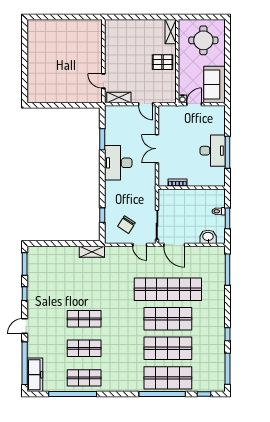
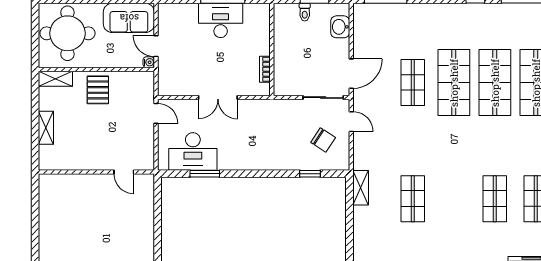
round table: (203, 40) -> (67, 33), width x1.36, depth x1.36
door: (103, 81) -> (124, 172), hinge flipped
shelving: (119, 97) -> (46, 128), moved
door: (146, 104) -> (156, 113), hinge flipped
desk: (118, 163) -> (193, 151), moved
door: (140, 245) -> (351, 122), hinge flipped
shop shelf: (168, 289) -> (413, 83), width x0.50, depth x0.74
shop shelf: (84, 319) -> (413, 199), moved

